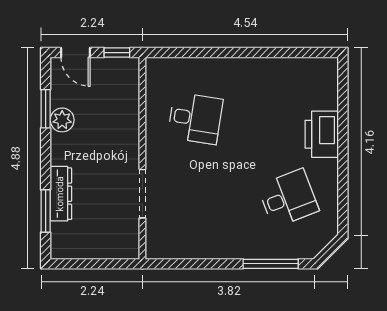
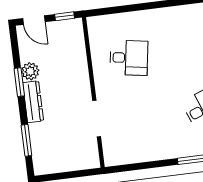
window: (46, 109) -> (19, 82), moved
dresser: (61, 194) -> (33, 102), moved

